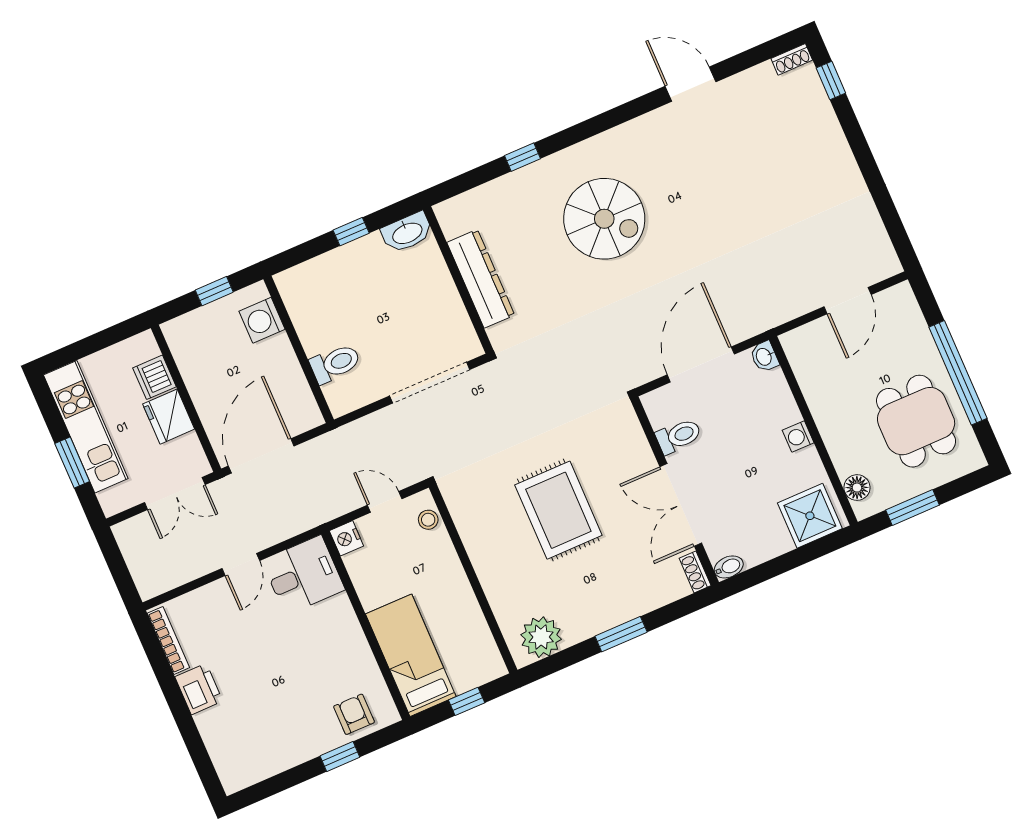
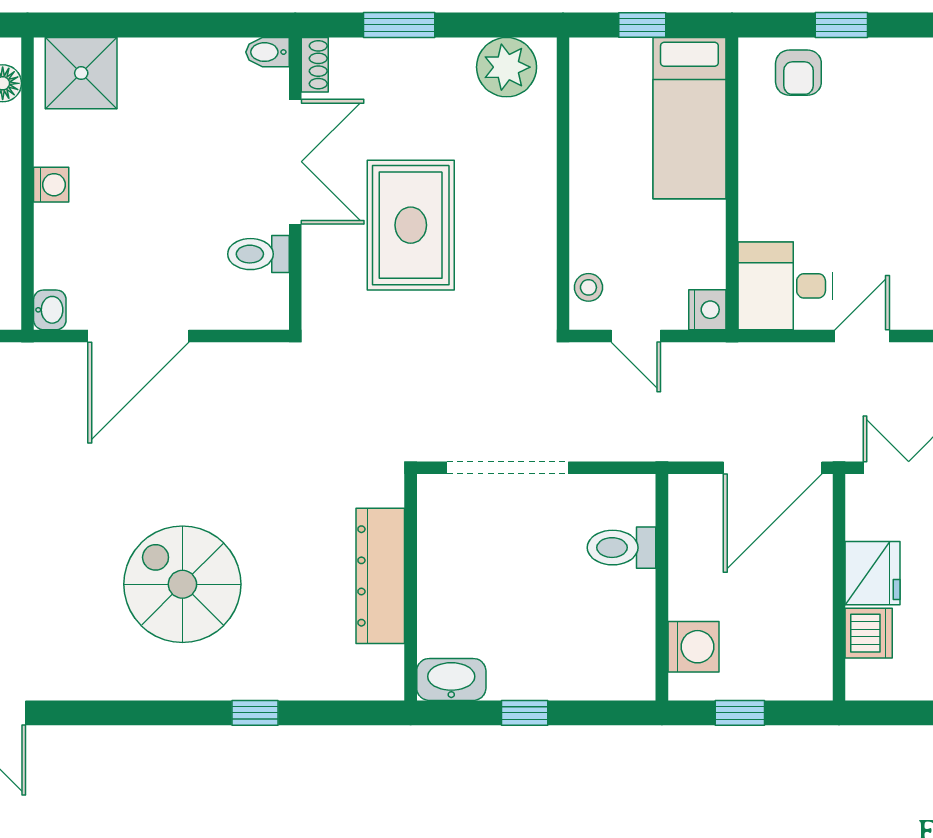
toilet: (679, 436) -> (258, 254), moved
wall: (675, 491) -> (295, 184), moved
double door: (681, 505) -> (295, 162), moved
bidet: (729, 567) -> (267, 52), moved
shoe rack: (695, 572) -> (315, 65), moved

